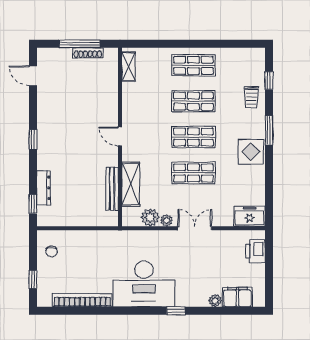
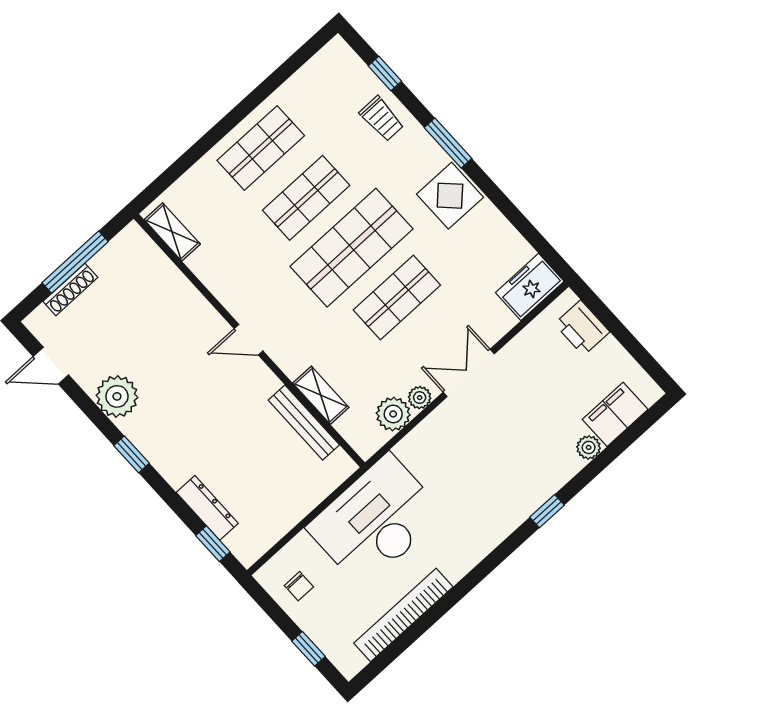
shoe rack: (88, 53) -> (70, 289), moved
plant: (48, 112) -> (117, 396), added
shop shelf: (193, 137) -> (352, 248), width x1.43, depth x1.36
shelving: (131, 184) -> (321, 395), width x0.67, depth x0.75
desk: (144, 284) -> (376, 521), moved, turned 180

